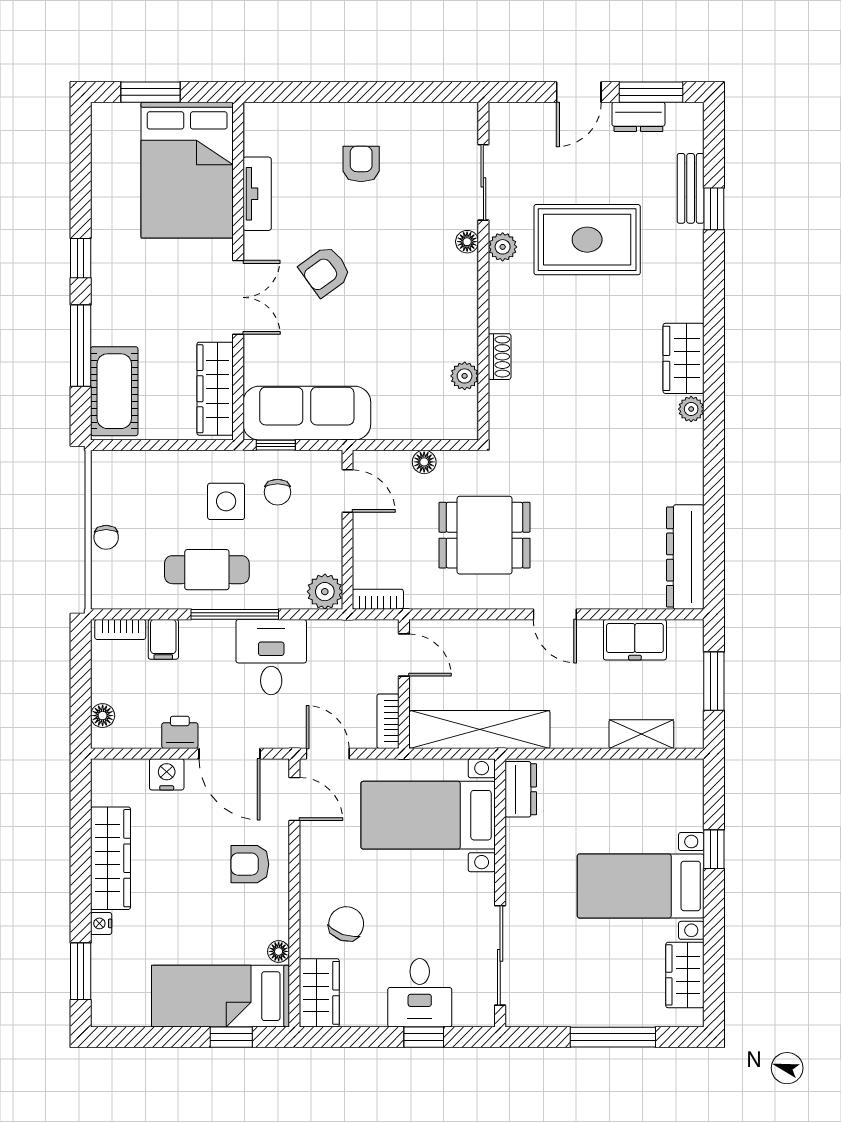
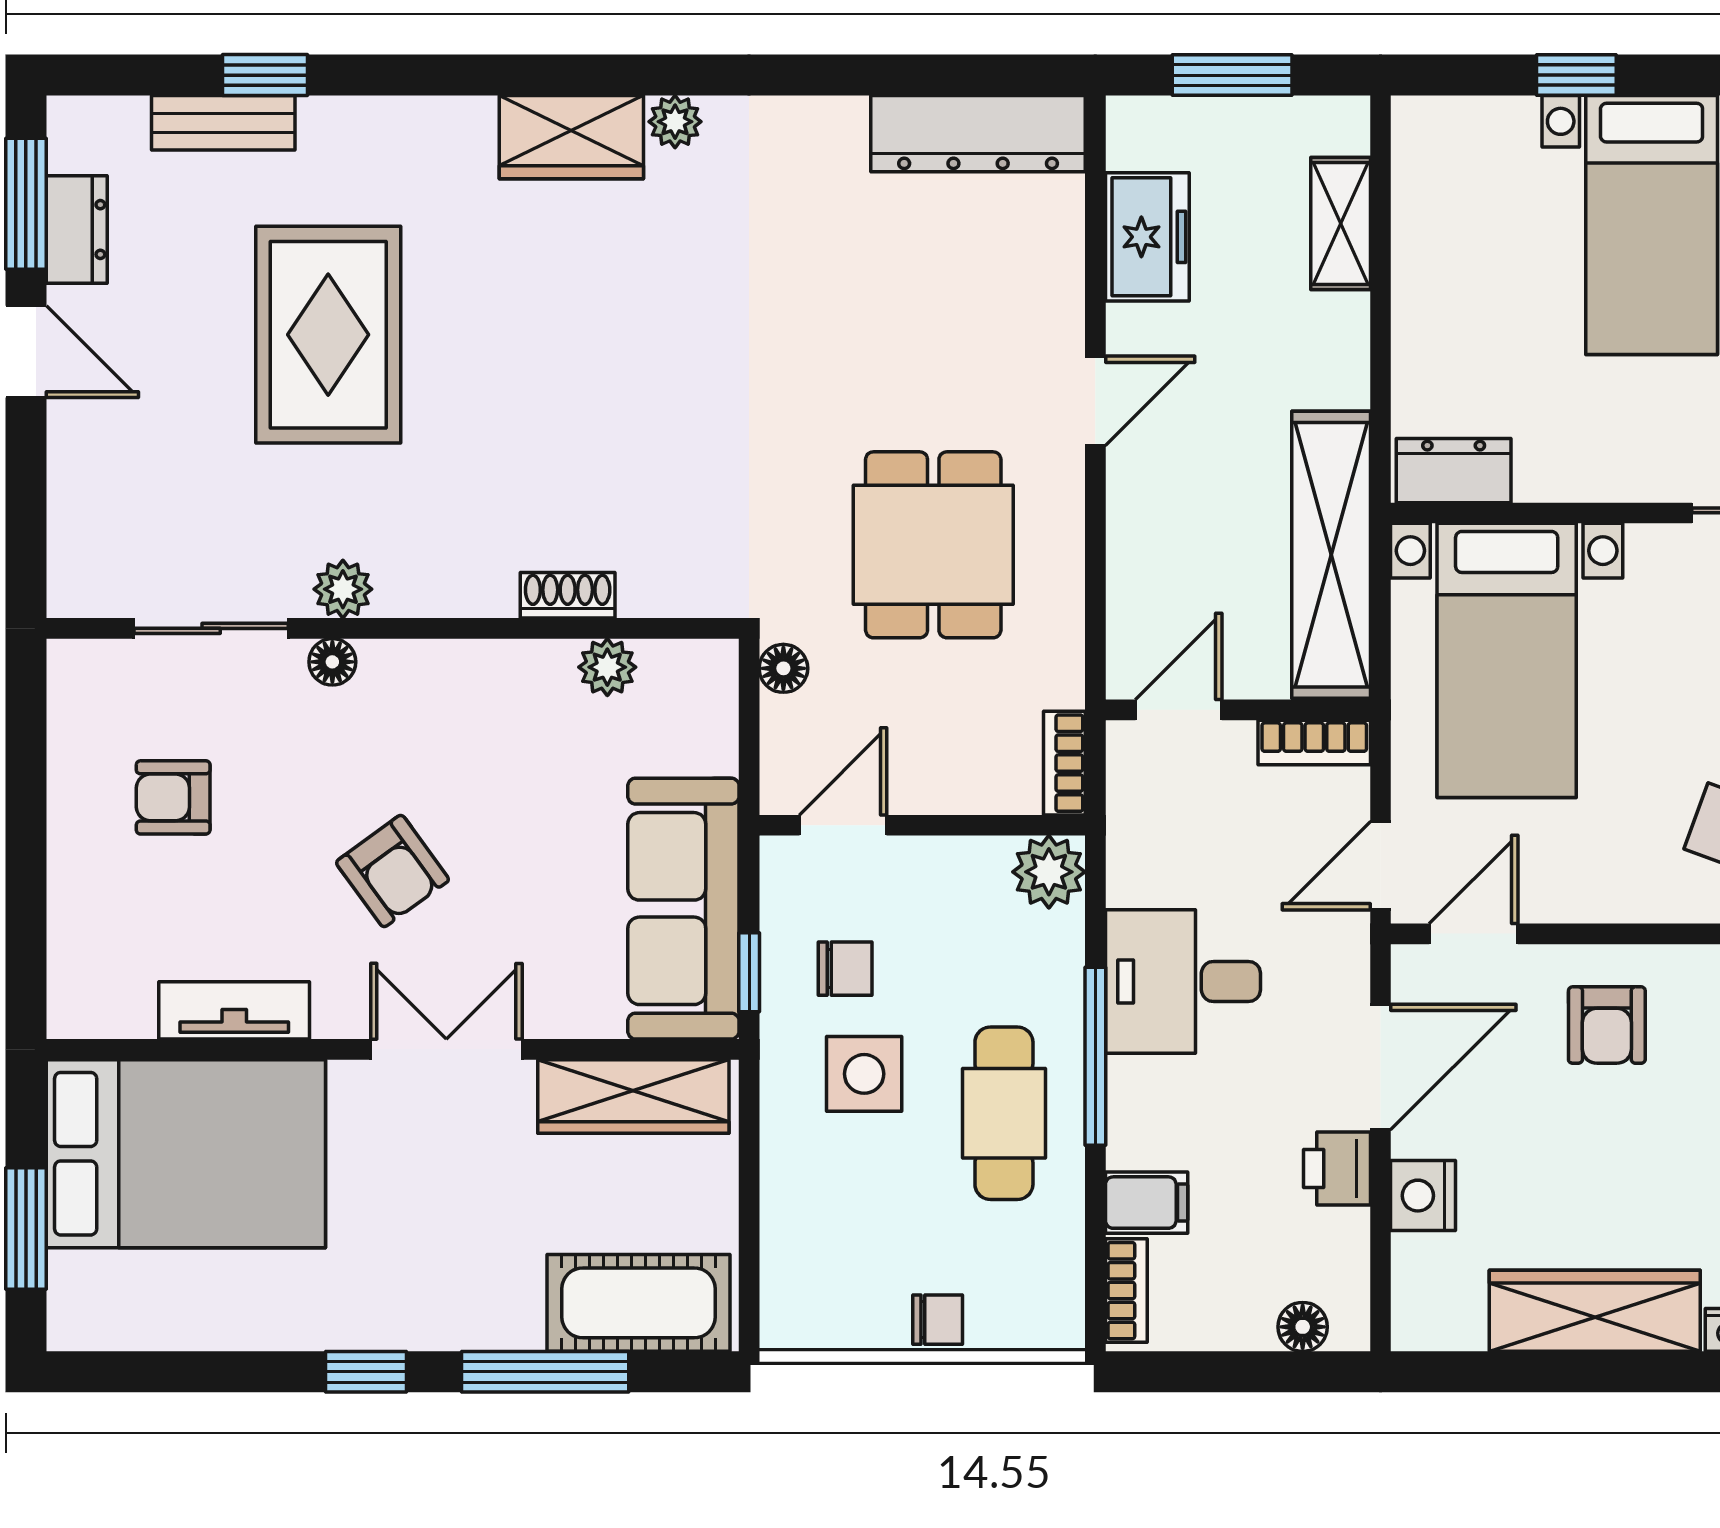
sliding door: (483, 182) -> (211, 628), moved
floor lamp: (467, 242) -> (332, 662), moved
plant: (503, 247) -> (343, 589), moved
wall: (483, 271) -> (393, 628), moved
shoe rack: (500, 357) -> (568, 595), moved
plant: (465, 376) -> (607, 667), moved

